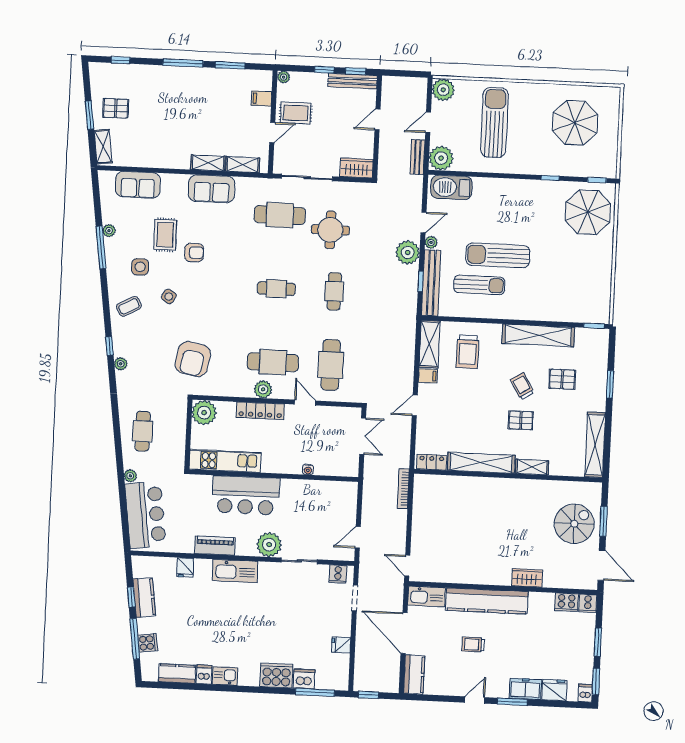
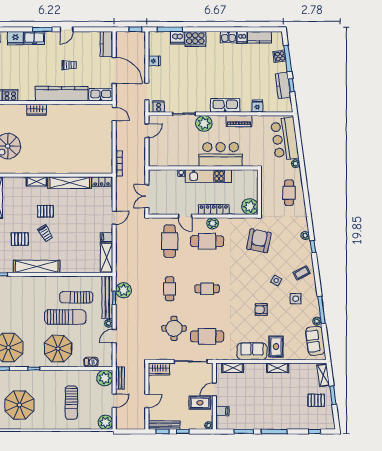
sun lounger: (495, 122) -> (71, 403), width x0.73, depth x0.75
shelving: (208, 163) -> (278, 368), moved
sofa: (138, 185) -> (315, 341), moved, turned -98
barbecue: (451, 187) -> (91, 362), width x0.53, depth x0.65
parasol: (511, 207) -> (58, 349), added
rug: (165, 235) -> (276, 347), moved
plant: (408, 252) -> (123, 290), moved
trolley: (468, 352) -> (82, 254), removed
kitchen unit: (225, 461) -> (208, 176), moved

